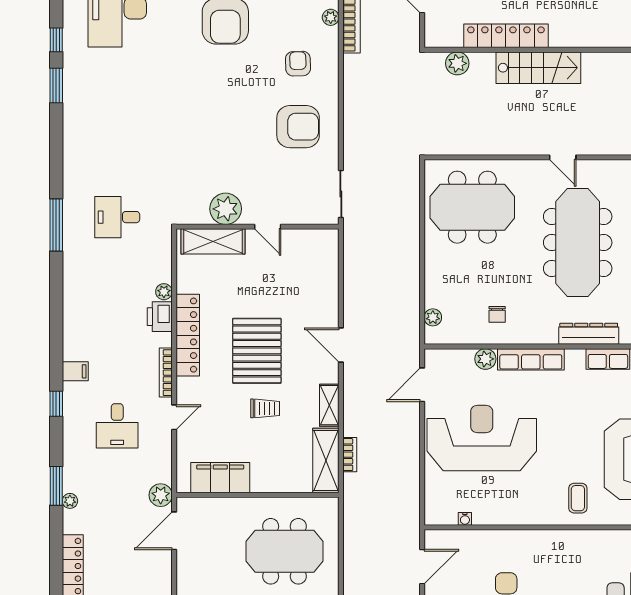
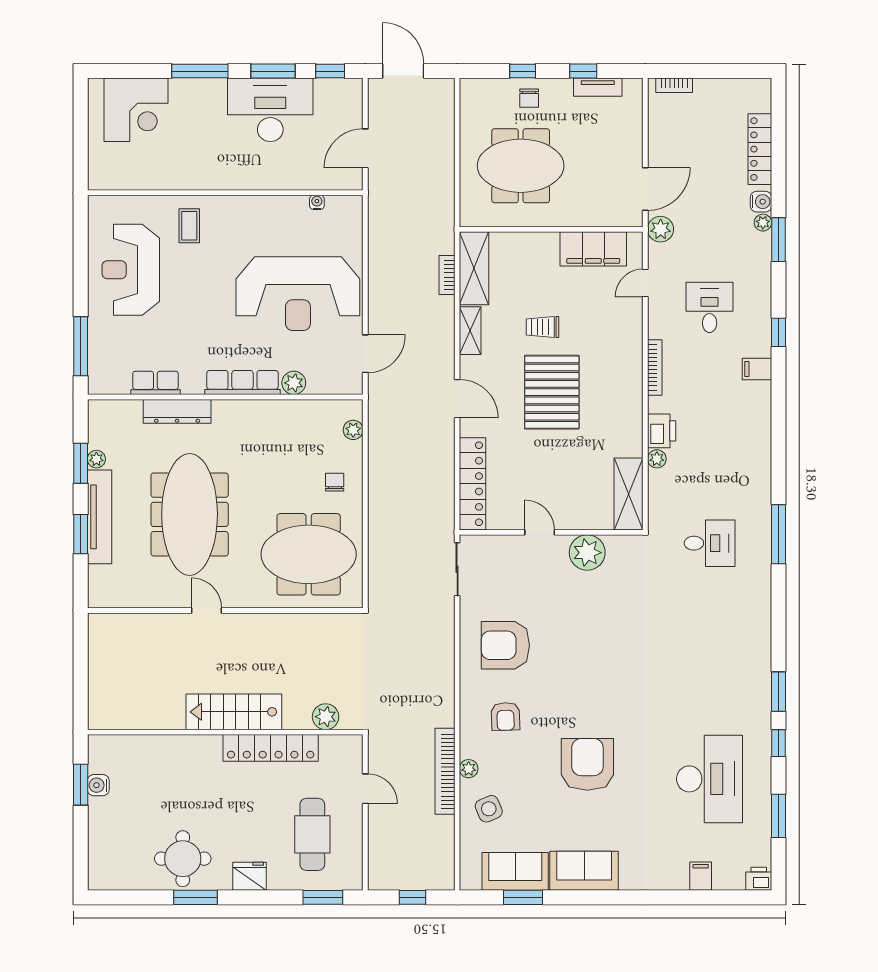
shelving: (213, 241) -> (629, 494), moved, turned 90
chair: (497, 314) -> (335, 482), moved
locker: (188, 335) -> (472, 484), moved, turned 180
door: (174, 417) -> (645, 283), moved
water cooler: (72, 520) -> (761, 202), added

